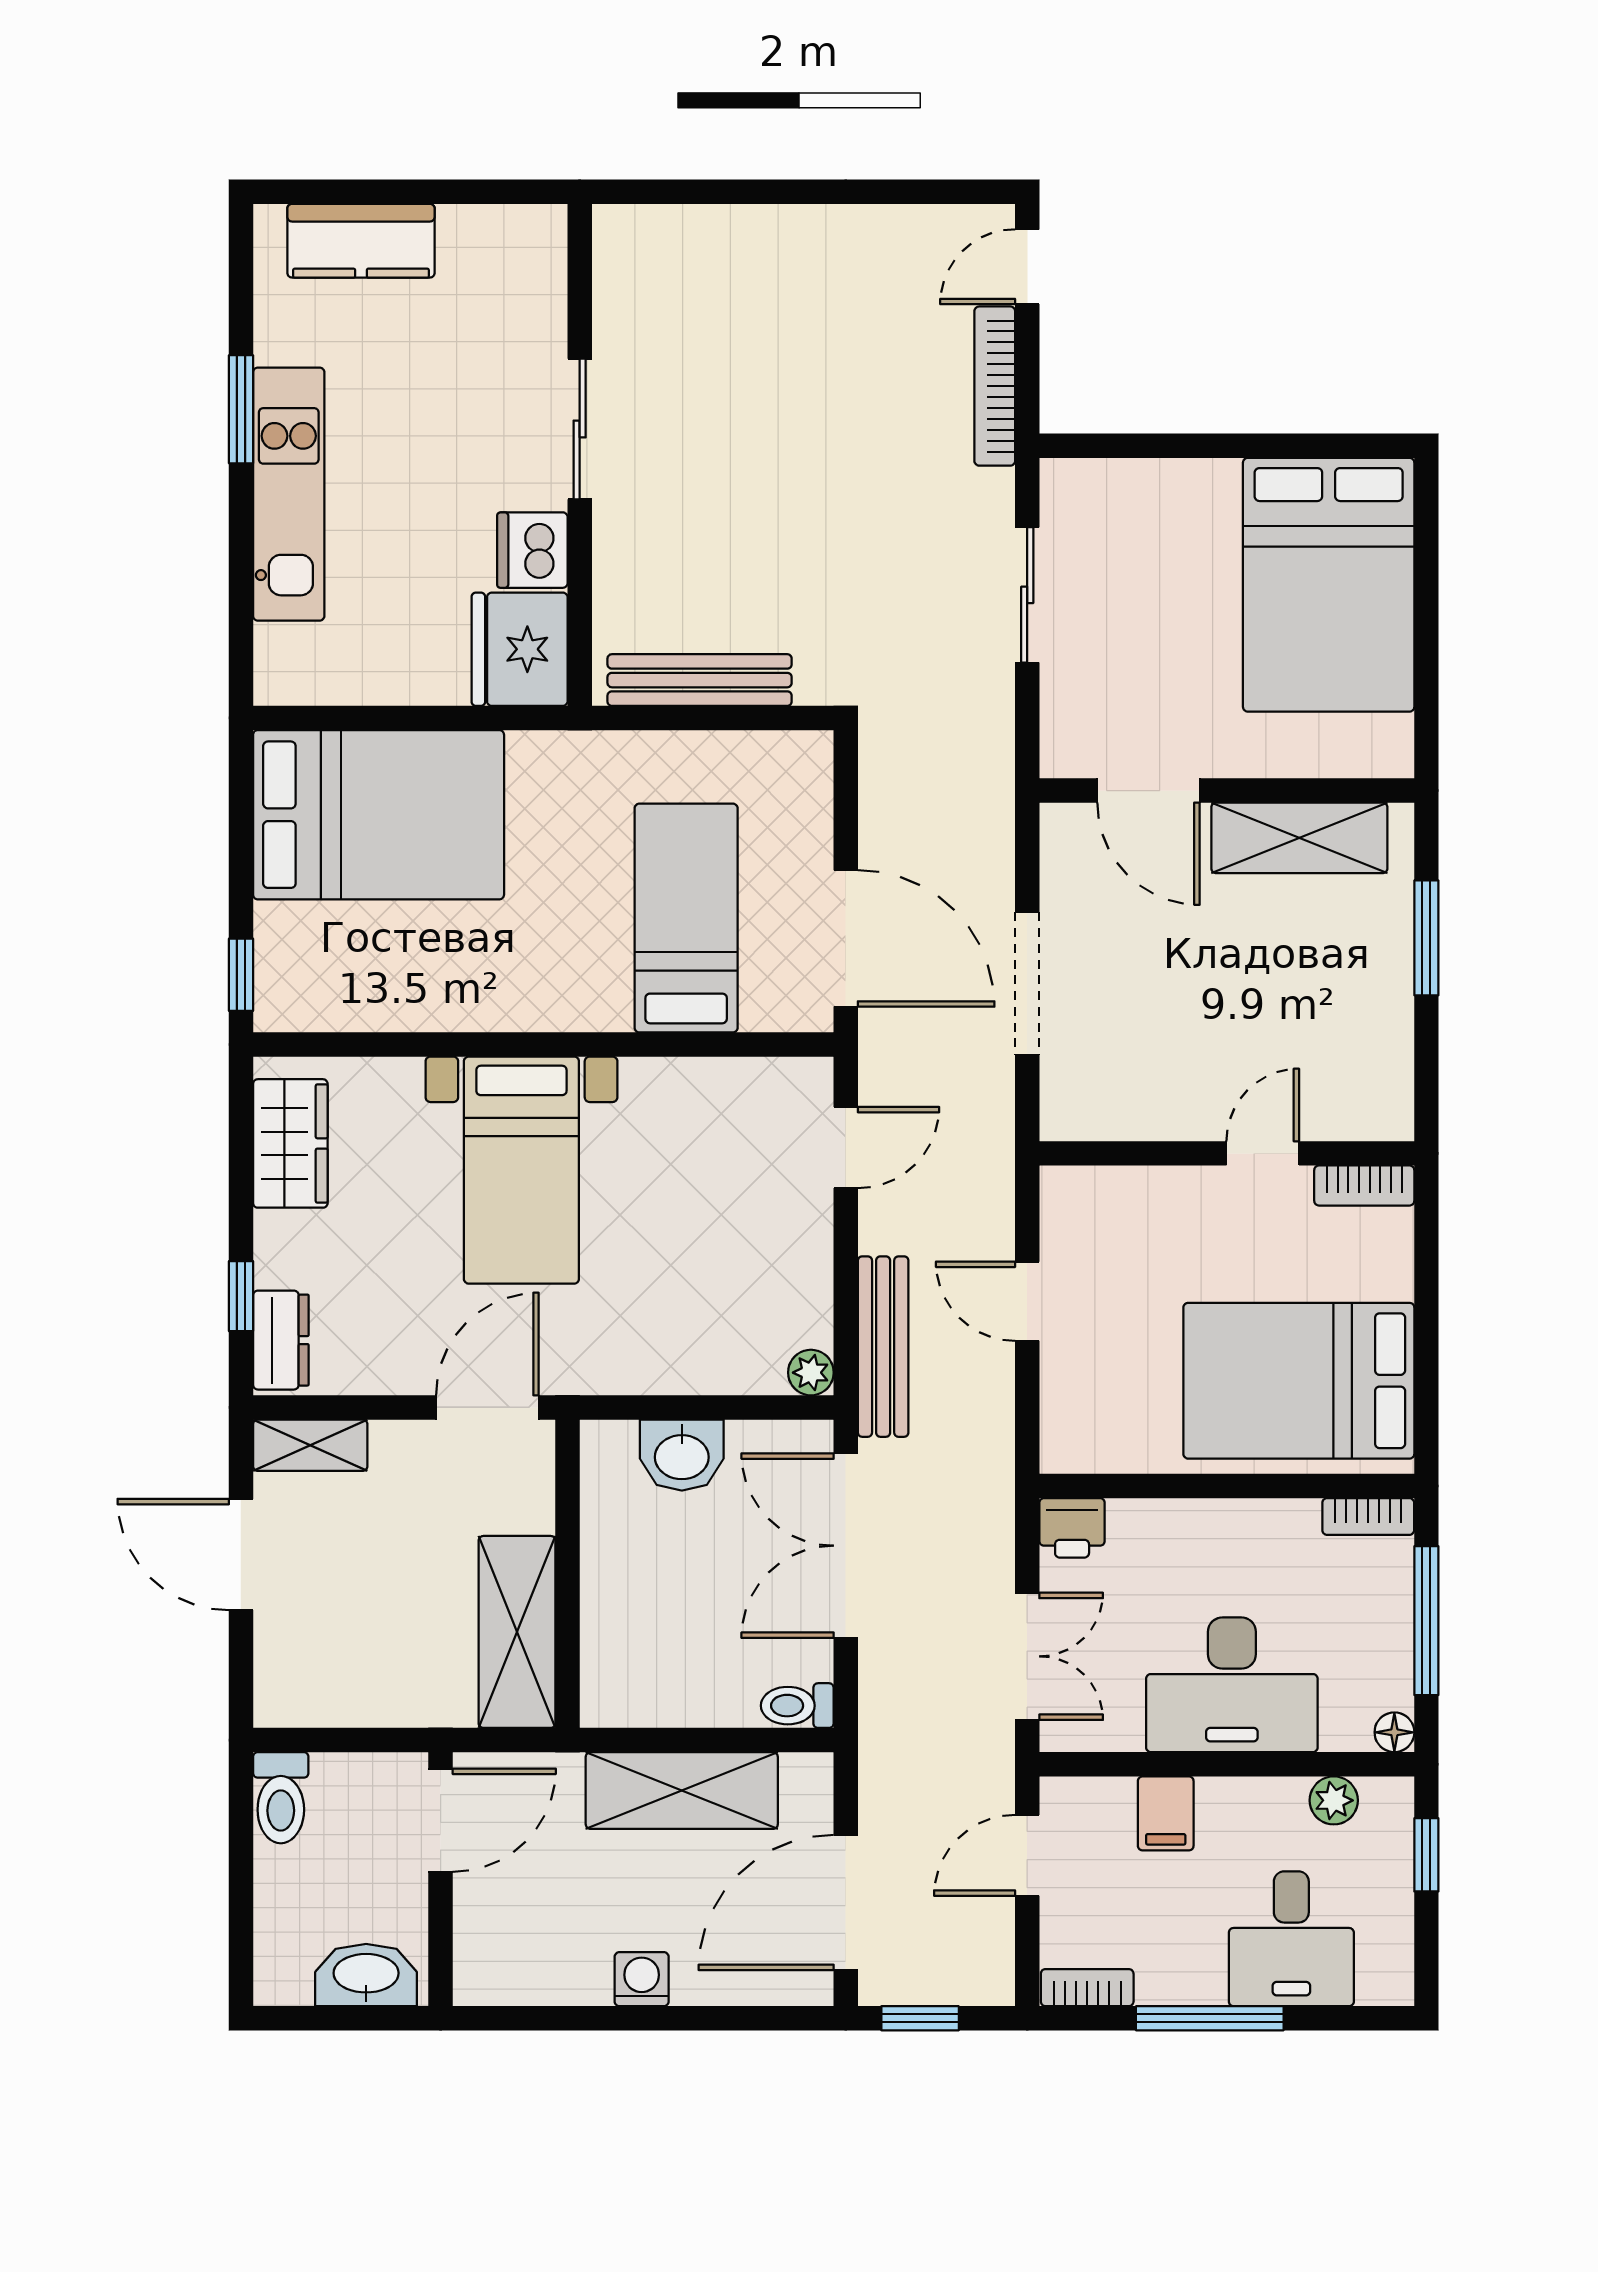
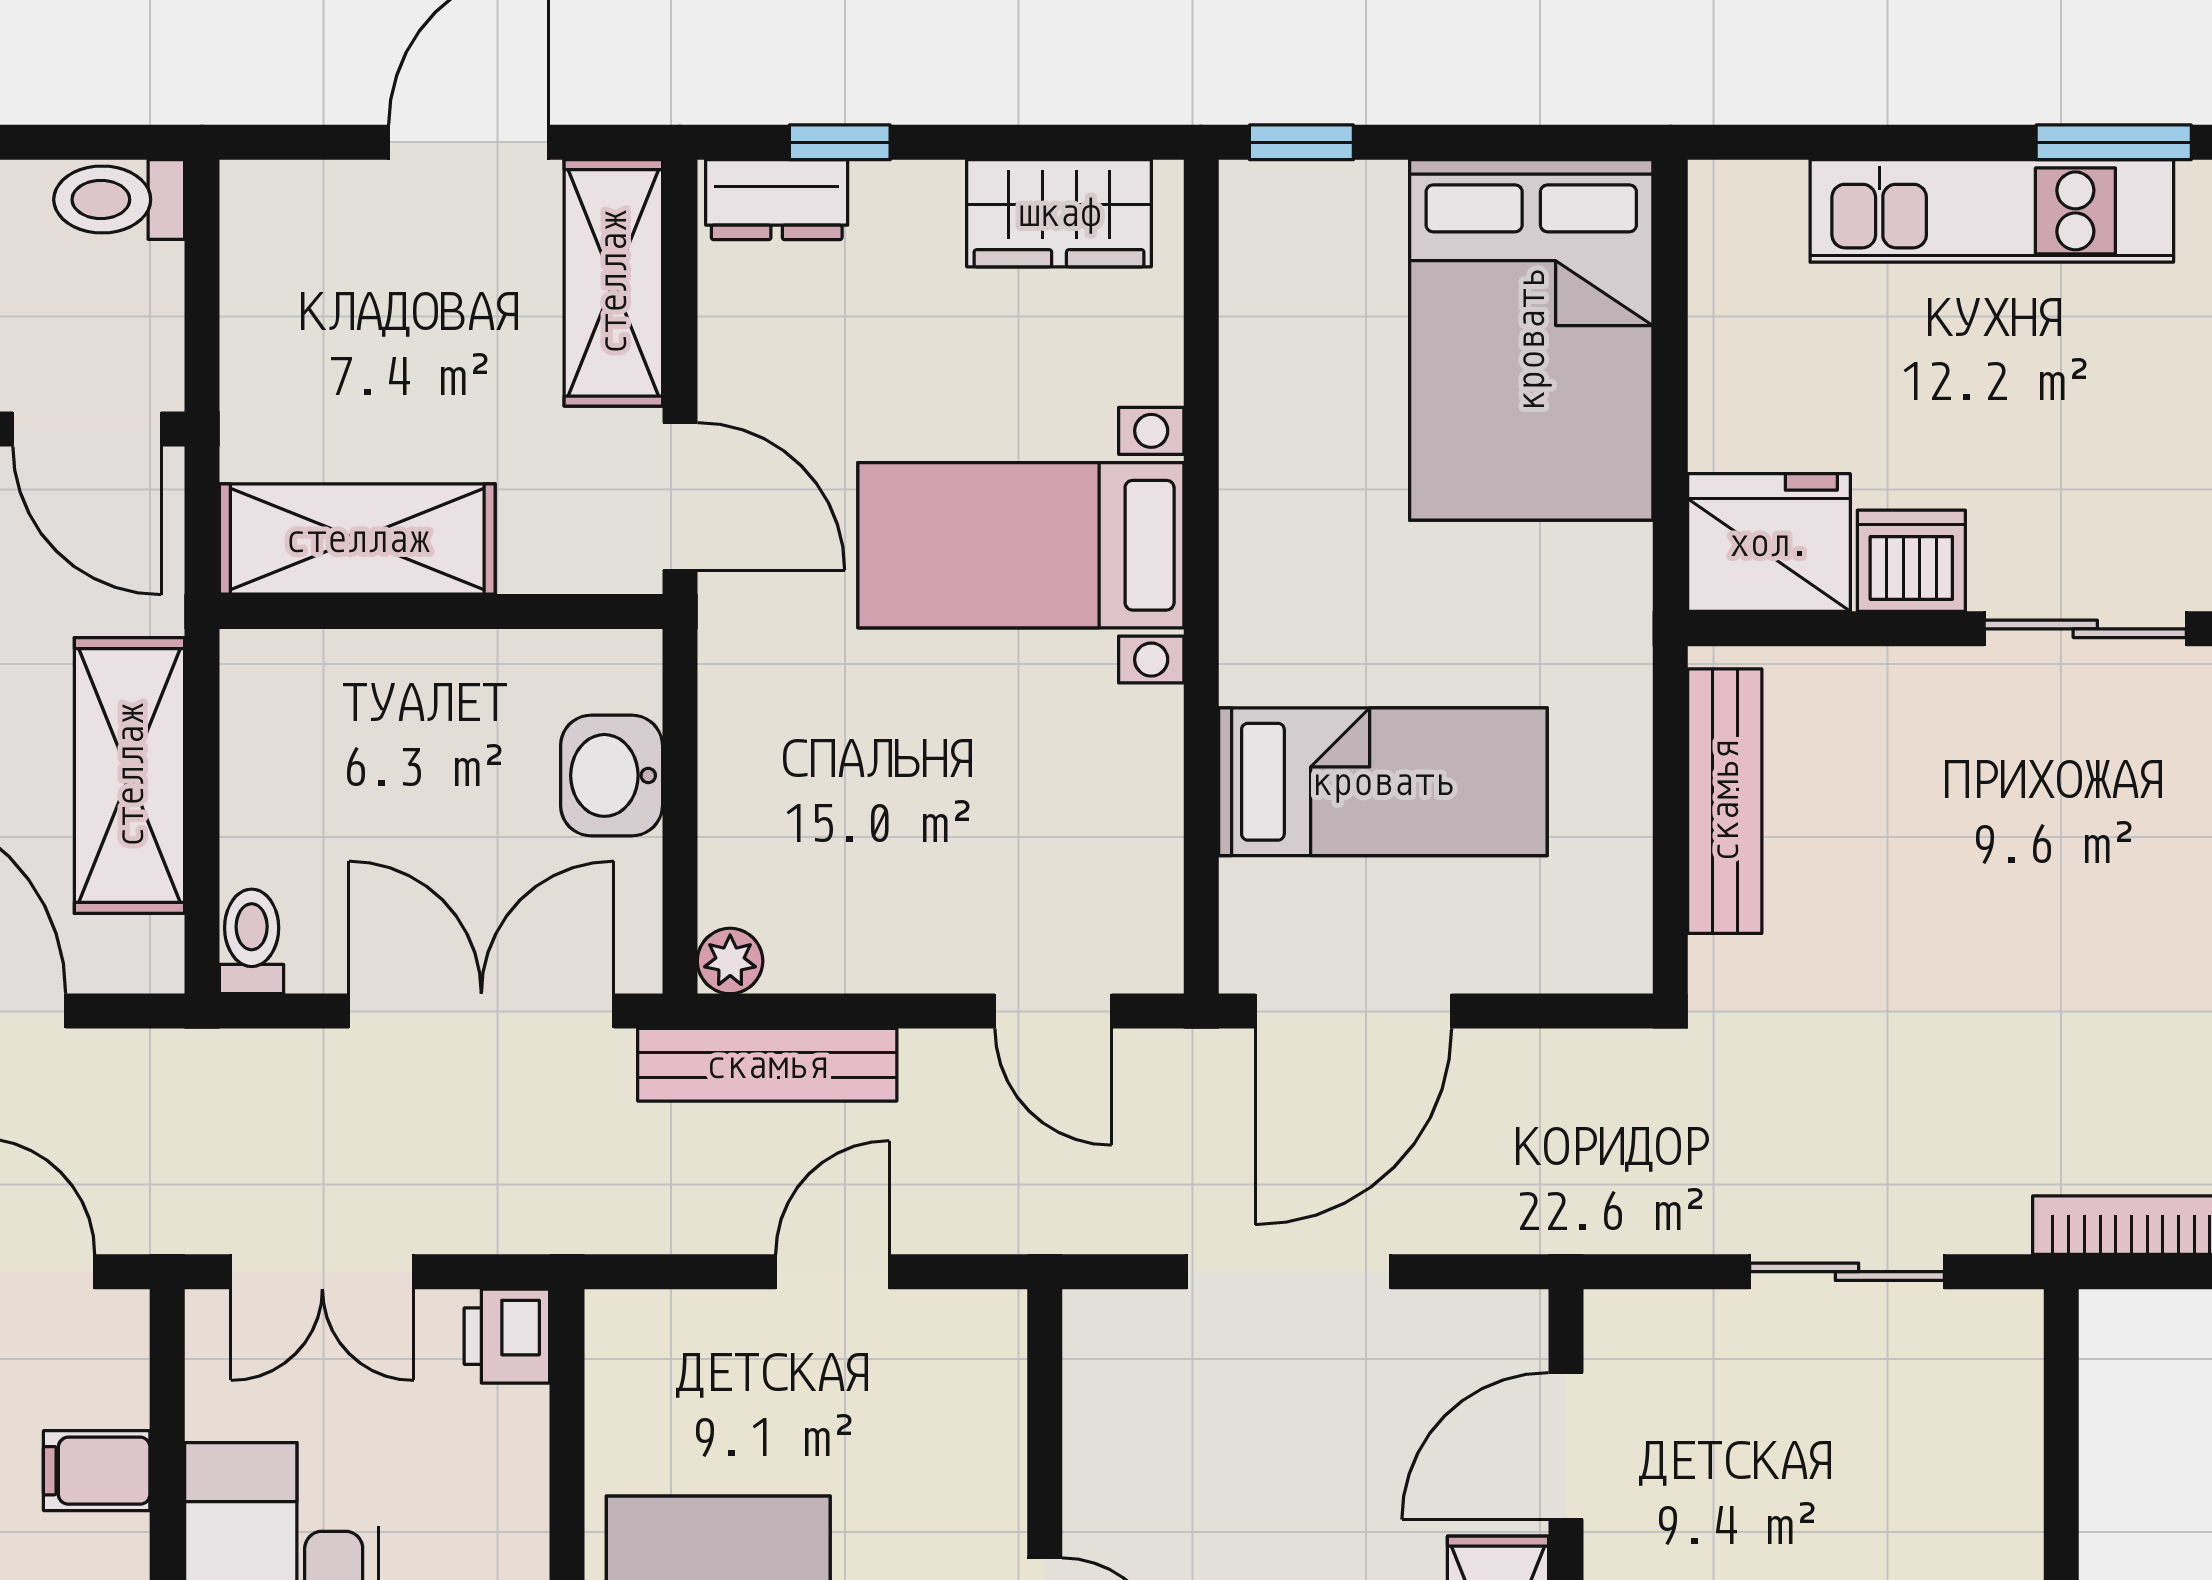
shelving: (310, 1445) -> (613, 283), width x1.50, depth x1.33

